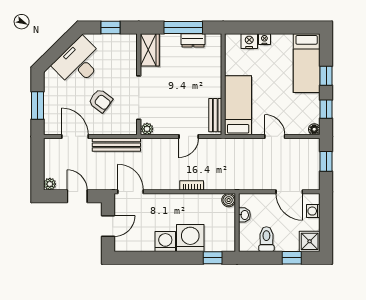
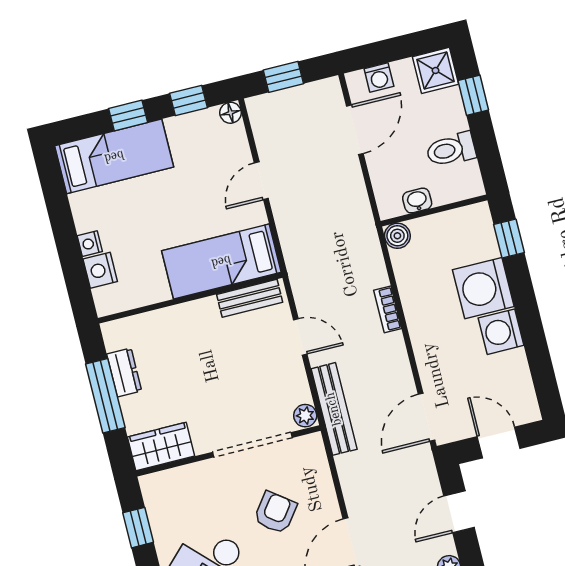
bench: (116, 145) -> (334, 409), moved

